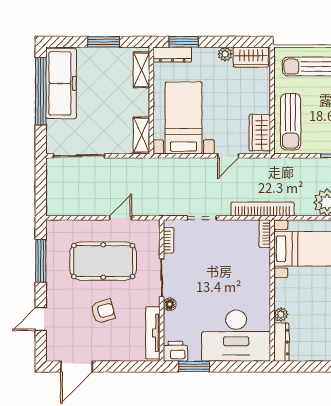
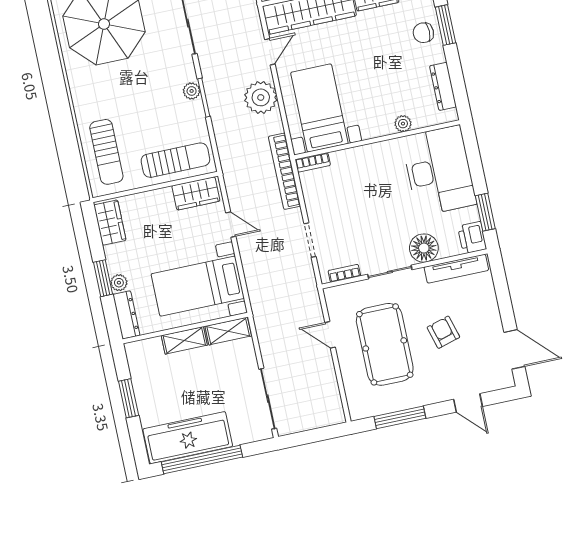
window: (183, 42) -> (103, 278), moved
plant: (225, 54) -> (119, 283), moved
shelving: (141, 70) -> (184, 340), moved
floor lamp: (170, 304) -> (424, 248), width x1.89, depth x1.89
dresser: (281, 342) -> (443, 86), moved, turned -90

